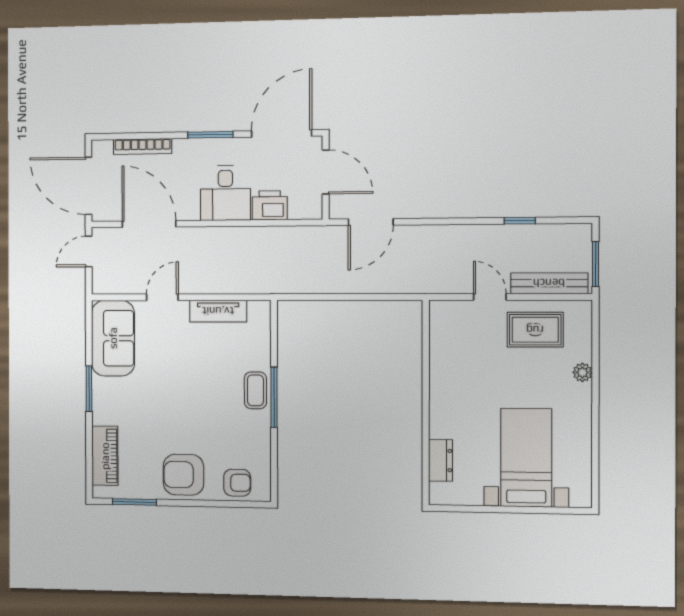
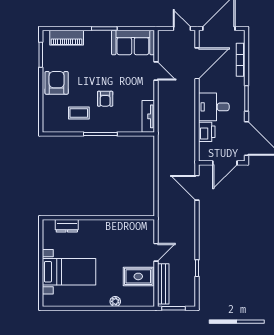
tv unit: (218, 311) -> (148, 116), moved
rug: (535, 330) -> (138, 276), turned 90
coffee table: (255, 390) -> (79, 113), moved
armchair: (237, 483) -> (105, 99), moved

